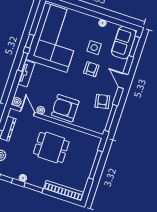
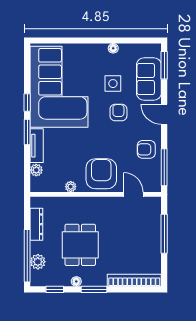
sofa: (124, 43) -> (149, 79), moved
armchair: (102, 101) -> (146, 149), turned -79
plant: (17, 102) -> (36, 170), moved
armchair: (65, 108) -> (101, 174), turned 90
door: (28, 112) -> (133, 194), moved
dining table: (51, 147) -> (80, 245), moved, turned 90

